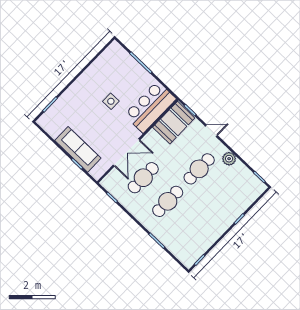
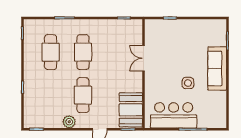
bar counter: (150, 107) -> (174, 115), moved, turned -90
sofa: (78, 149) -> (217, 68), moved, turned 90
double door: (127, 152) -> (144, 58), width x0.73
cafe table: (143, 178) -> (51, 52), moved

